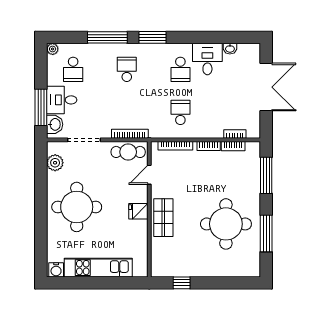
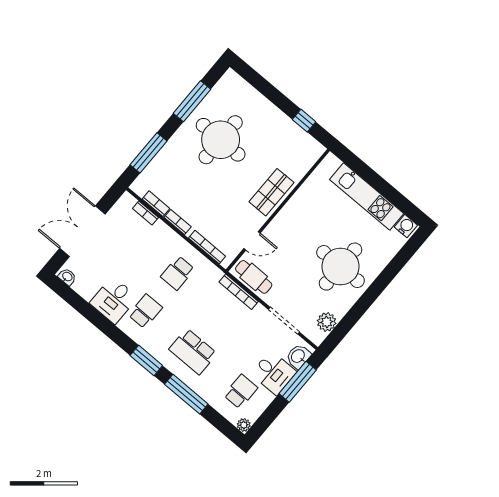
washbasin: (230, 49) -> (67, 277), moved
school desk: (127, 69) -> (193, 351), width x1.85
fridge: (138, 211) -> (289, 216), removed

